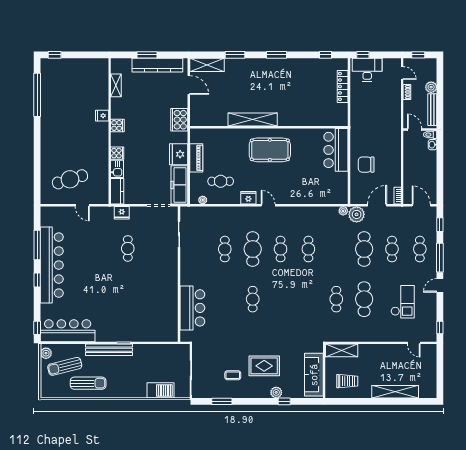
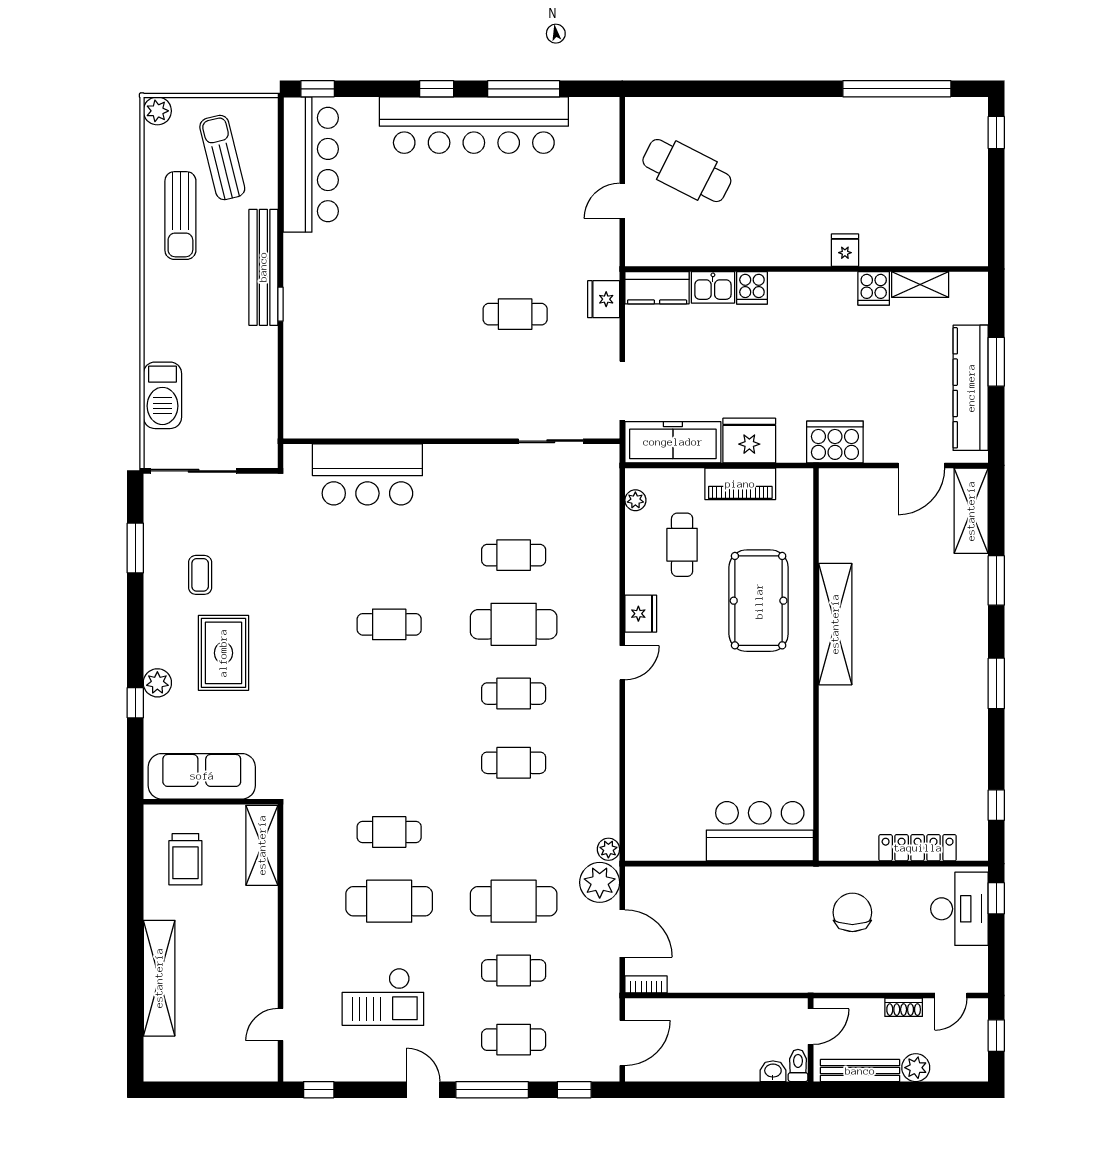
cooker: (117, 125) -> (874, 288), moved
pool table: (270, 150) -> (759, 601), moved
chair: (366, 165) -> (852, 912), moved
cafe table: (70, 179) -> (687, 171), turned -46
plant: (46, 353) -> (157, 111), moved

